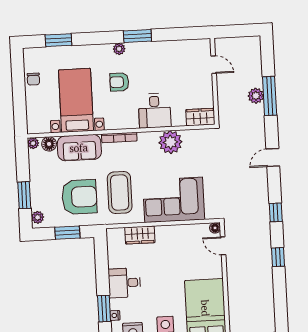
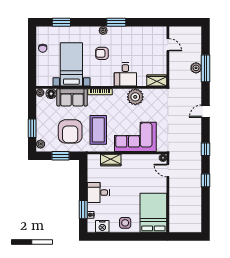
armchair: (79, 197) -> (70, 131), turned 90

